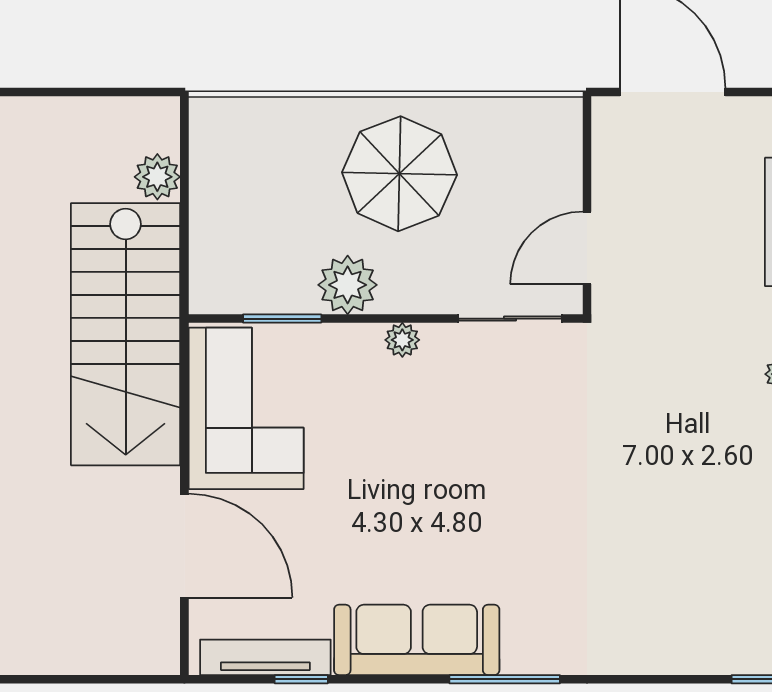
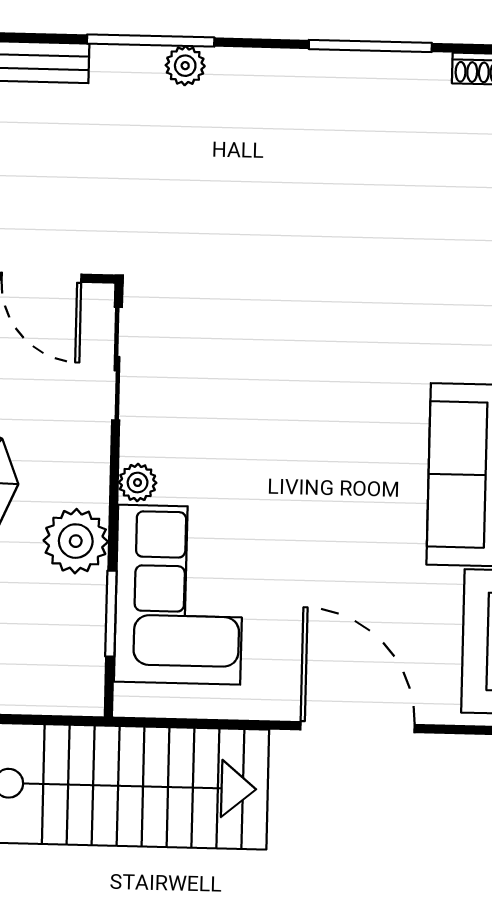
corner sofa: (246, 408) -> (179, 595), moved, turned 90
door: (184, 546) -> (358, 727), hinge flipped

